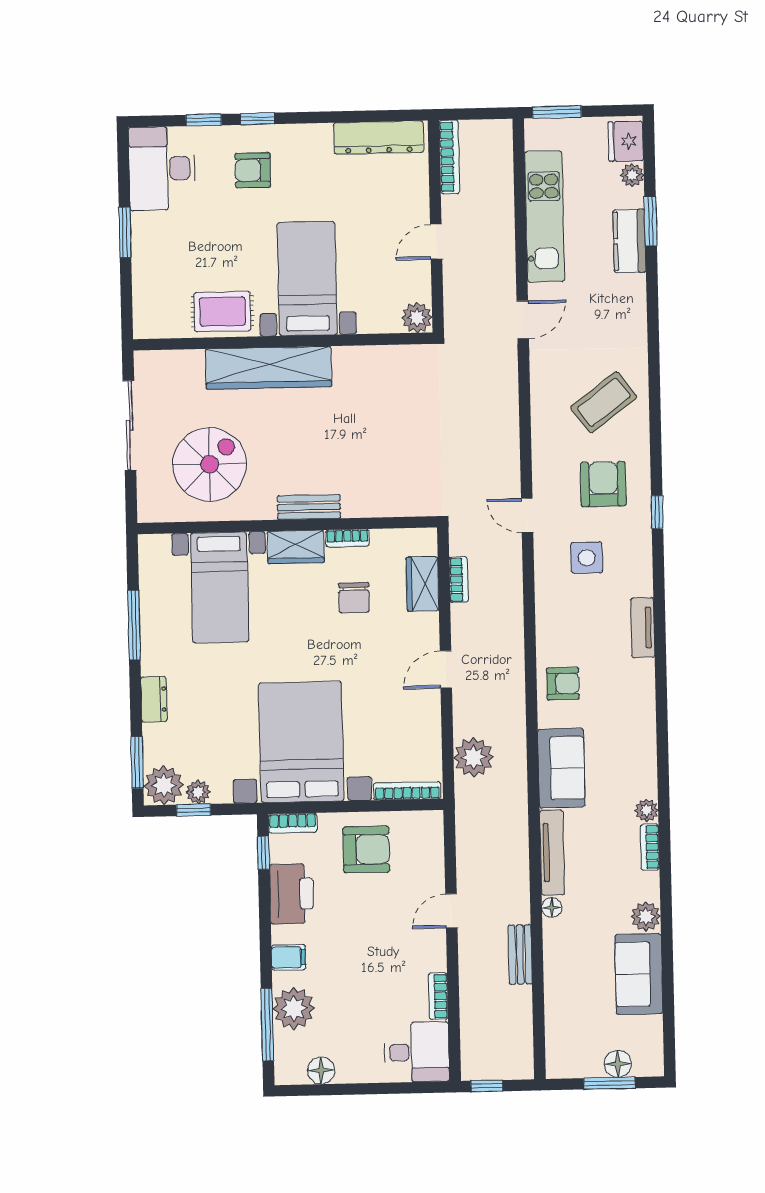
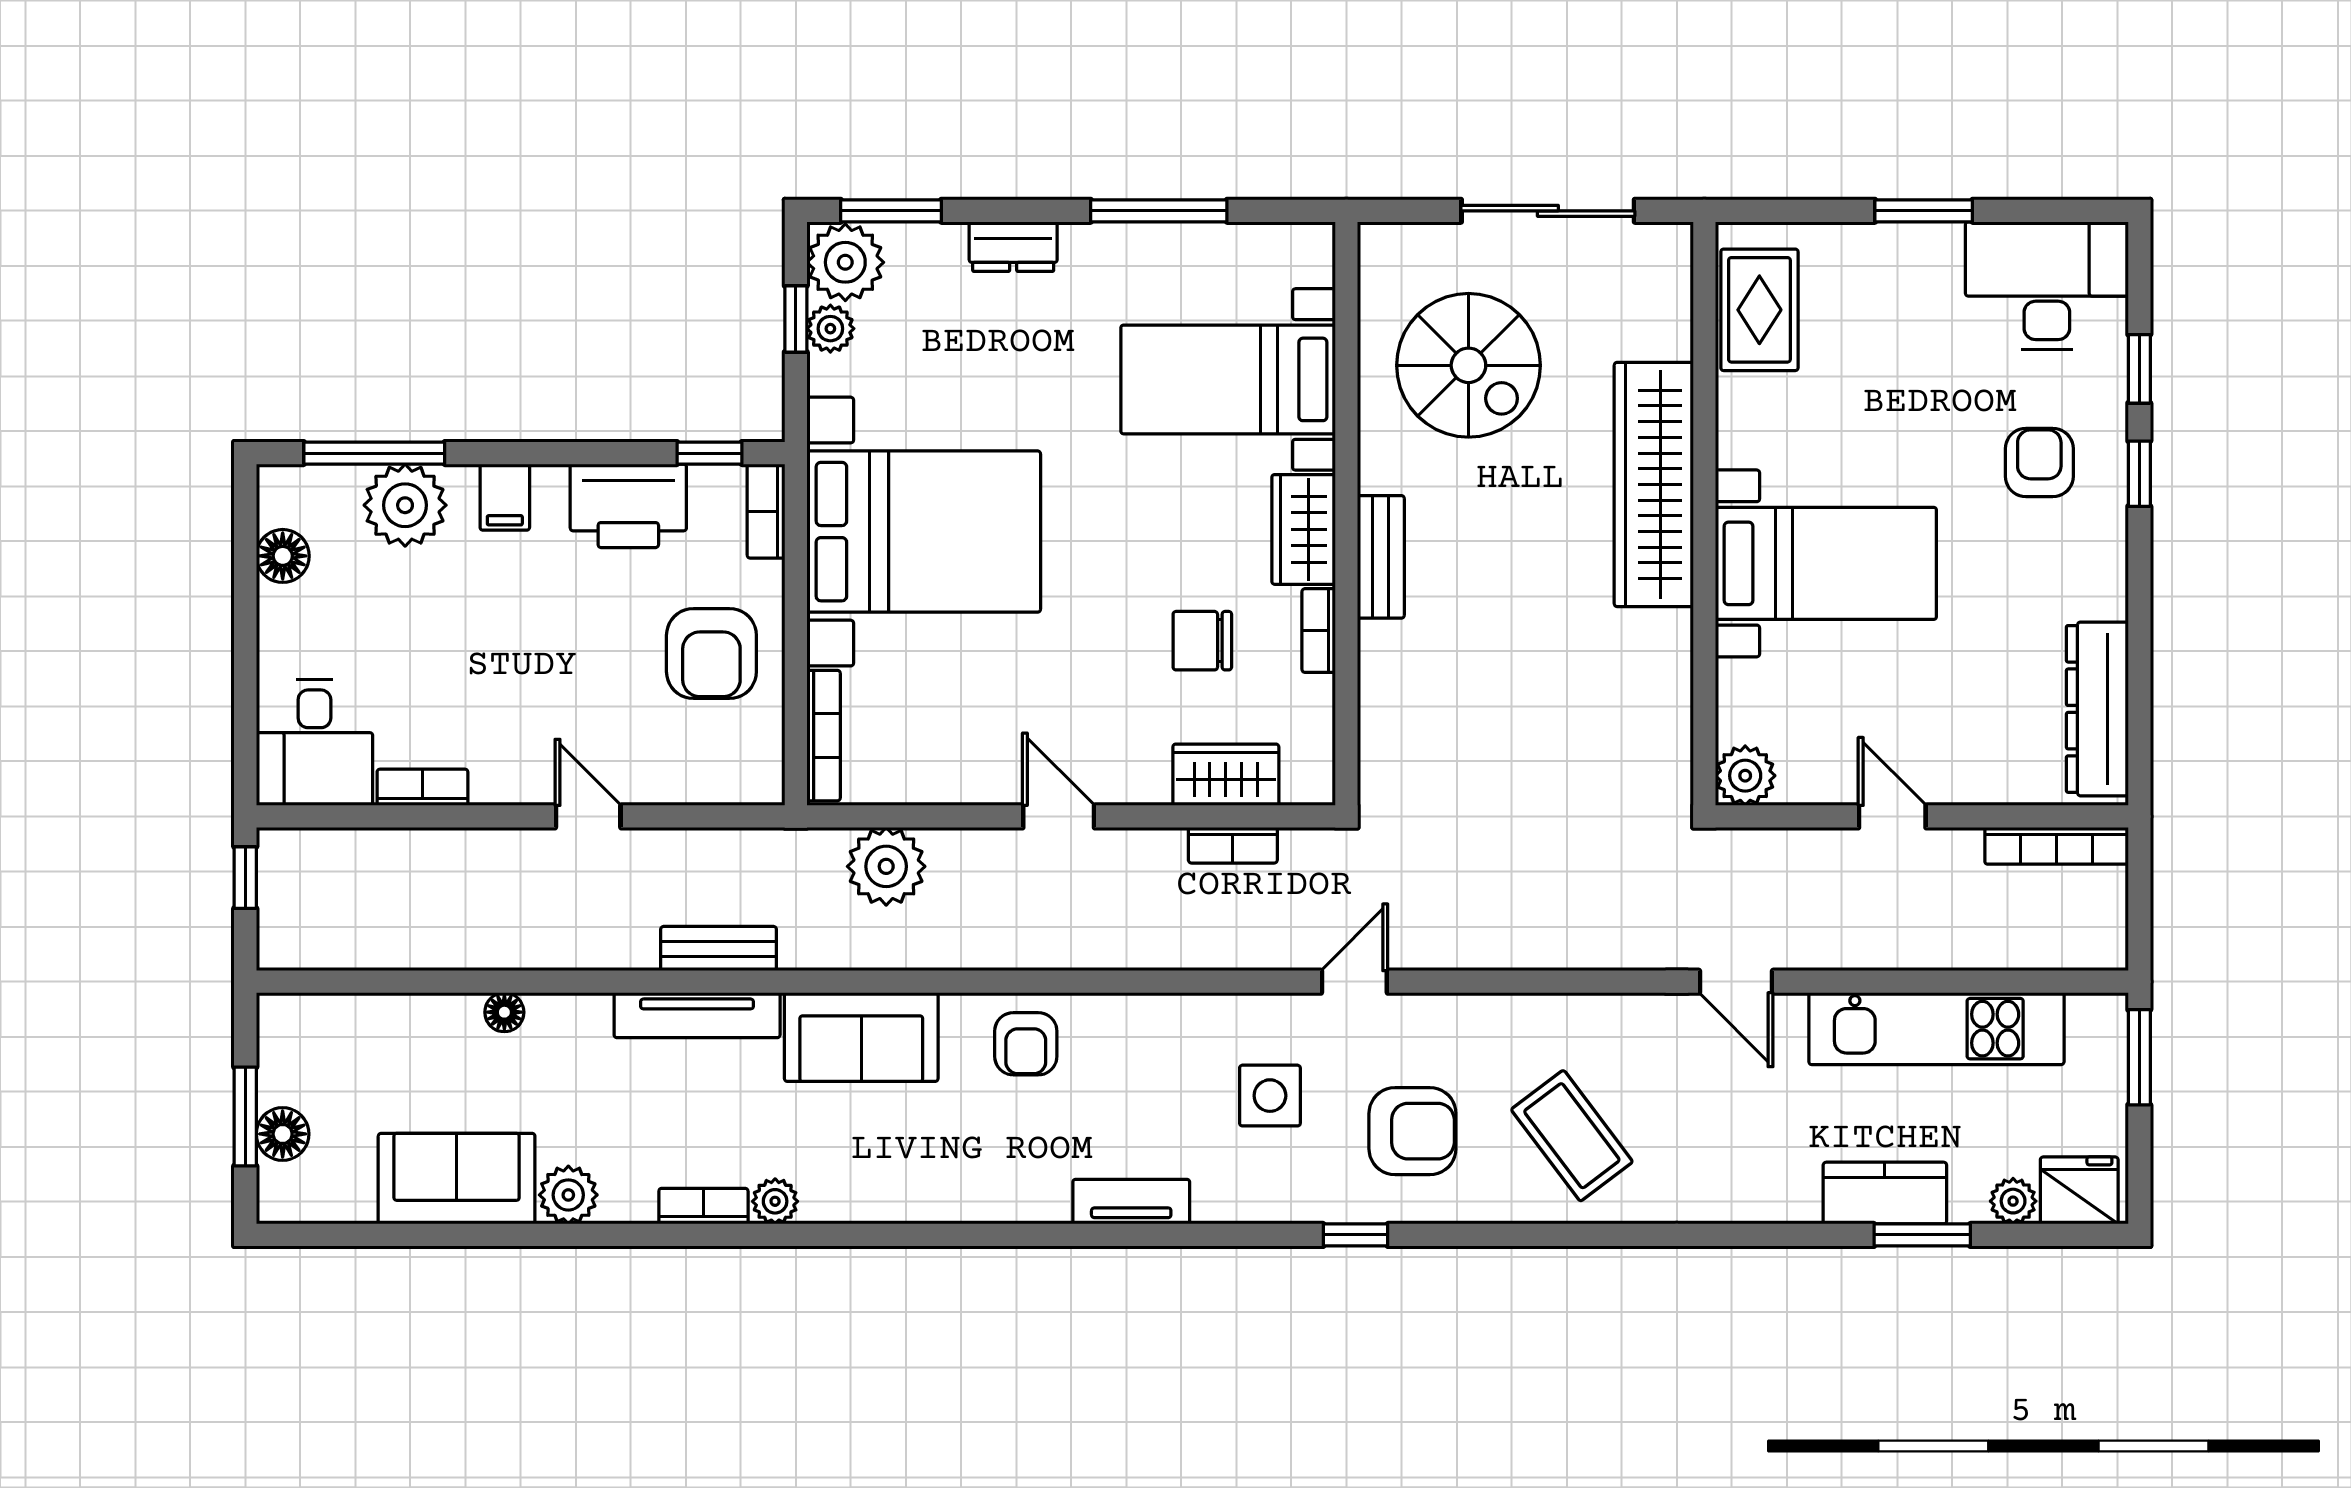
rug: (222, 311) -> (1759, 310), moved
floor lamp: (552, 907) -> (504, 1012), moved
bench: (520, 955) -> (719, 949), moved

